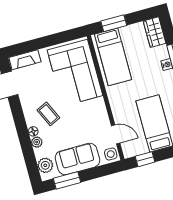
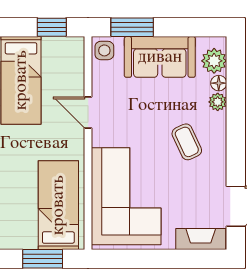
floor lamp: (33, 131) -> (219, 83), moved
door: (116, 134) -> (88, 113), moved
window: (67, 180) -> (132, 27), moved

